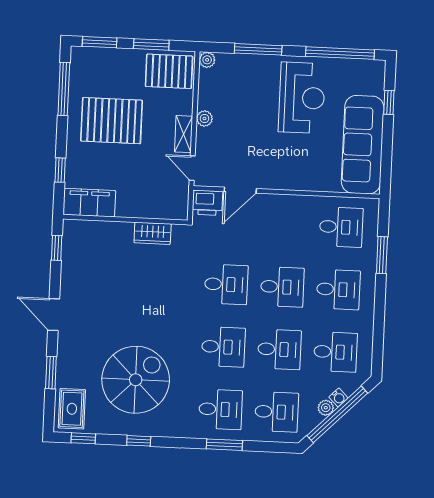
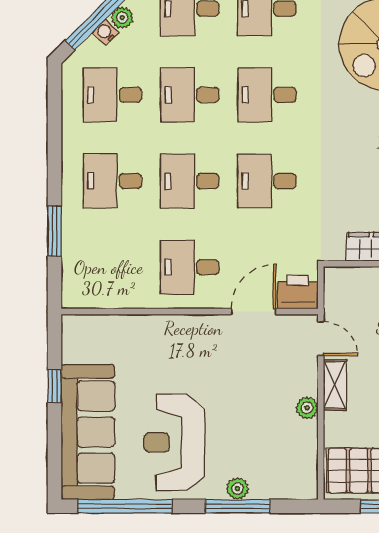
plant: (207, 60) -> (238, 489), moved
window: (389, 102) -> (54, 386), moved
sofa: (363, 145) -> (88, 432), moved
desk: (341, 227) -> (190, 267), moved

